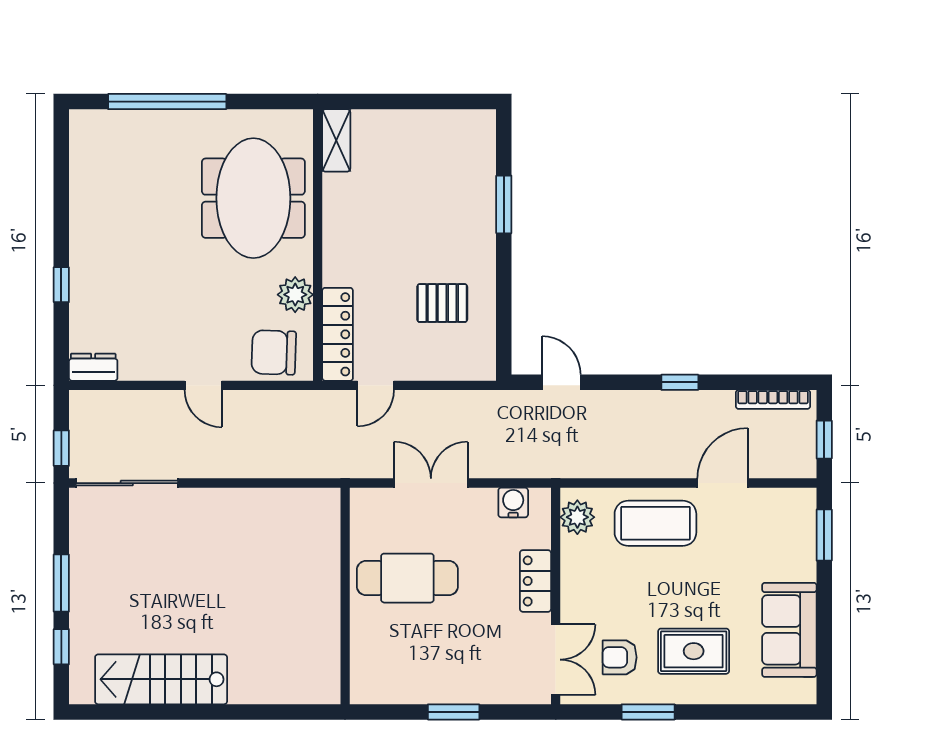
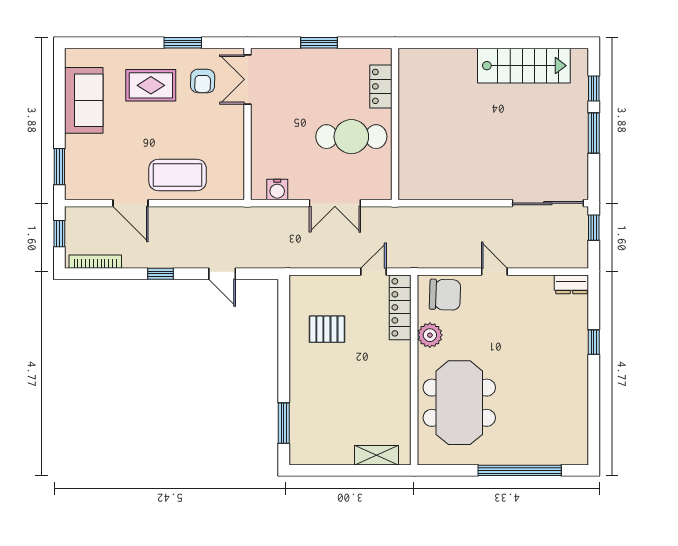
shelving: (336, 140) -> (377, 455), moved, turned 90
window: (504, 204) -> (284, 423), moved
door: (561, 382) -> (222, 274), moved
door: (723, 483) -> (131, 203), hinge flipped
plant: (577, 517) -> (232, 179), removed
locker: (535, 581) -> (381, 86), moved, turned 180
armchair: (620, 657) -> (203, 81), turned 91

